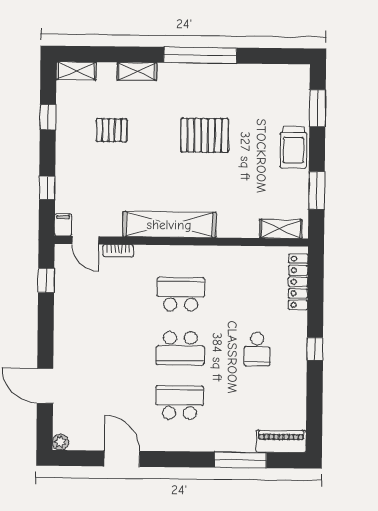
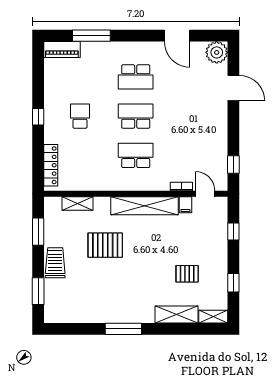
window: (200, 55) -> (123, 329), width x0.68
shelving: (137, 71) -> (176, 314), width x1.50, depth x1.33
pallet: (205, 135) -> (105, 245), moved
filing cabinet: (63, 225) -> (185, 205), moved
shelving: (281, 229) -> (77, 203), moved
school desk: (181, 294) -> (136, 155), turned 180
plant: (60, 442) -> (217, 52), width x1.87, depth x1.87

